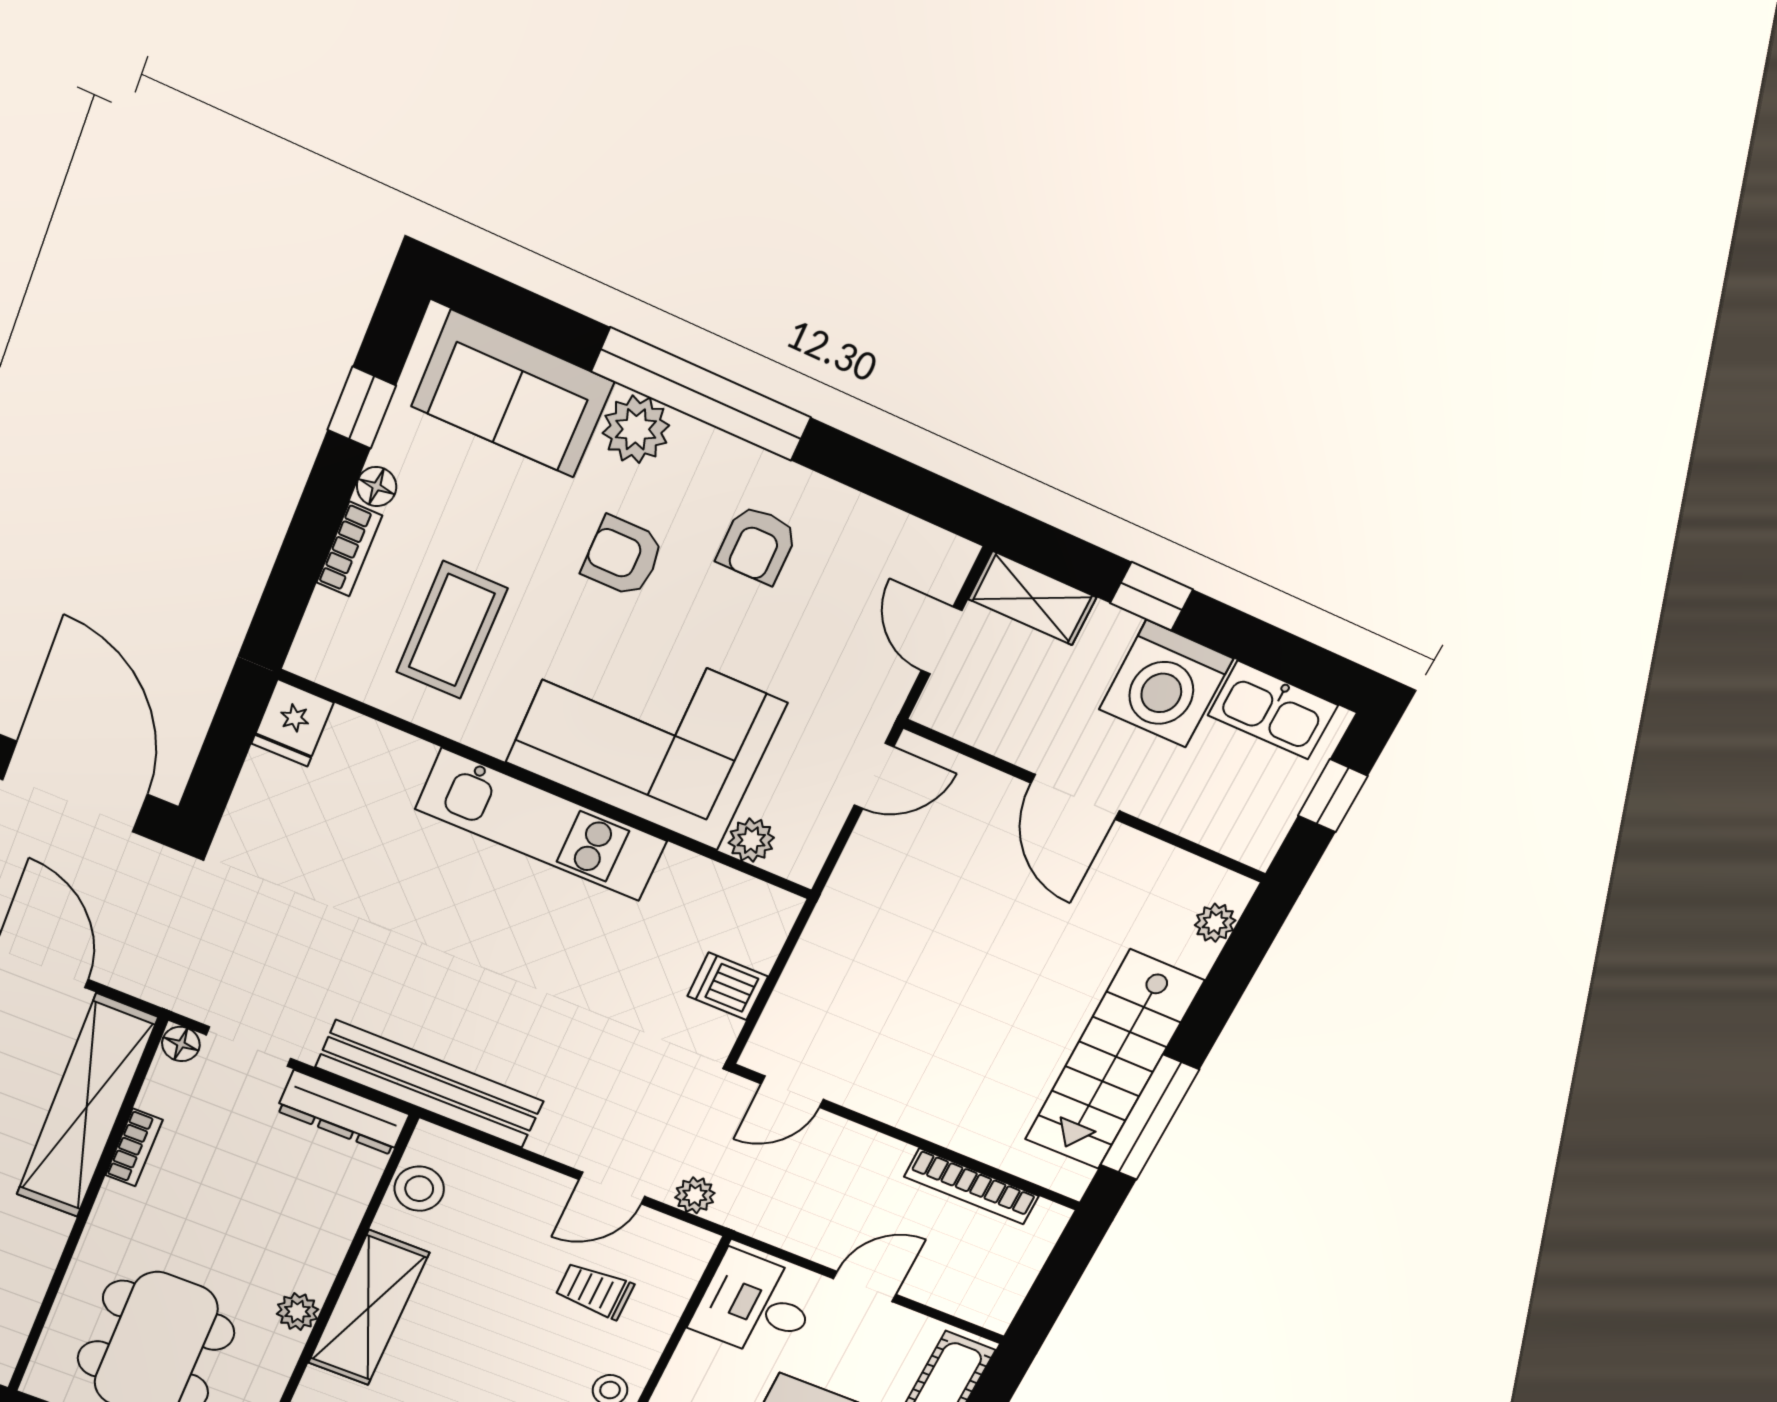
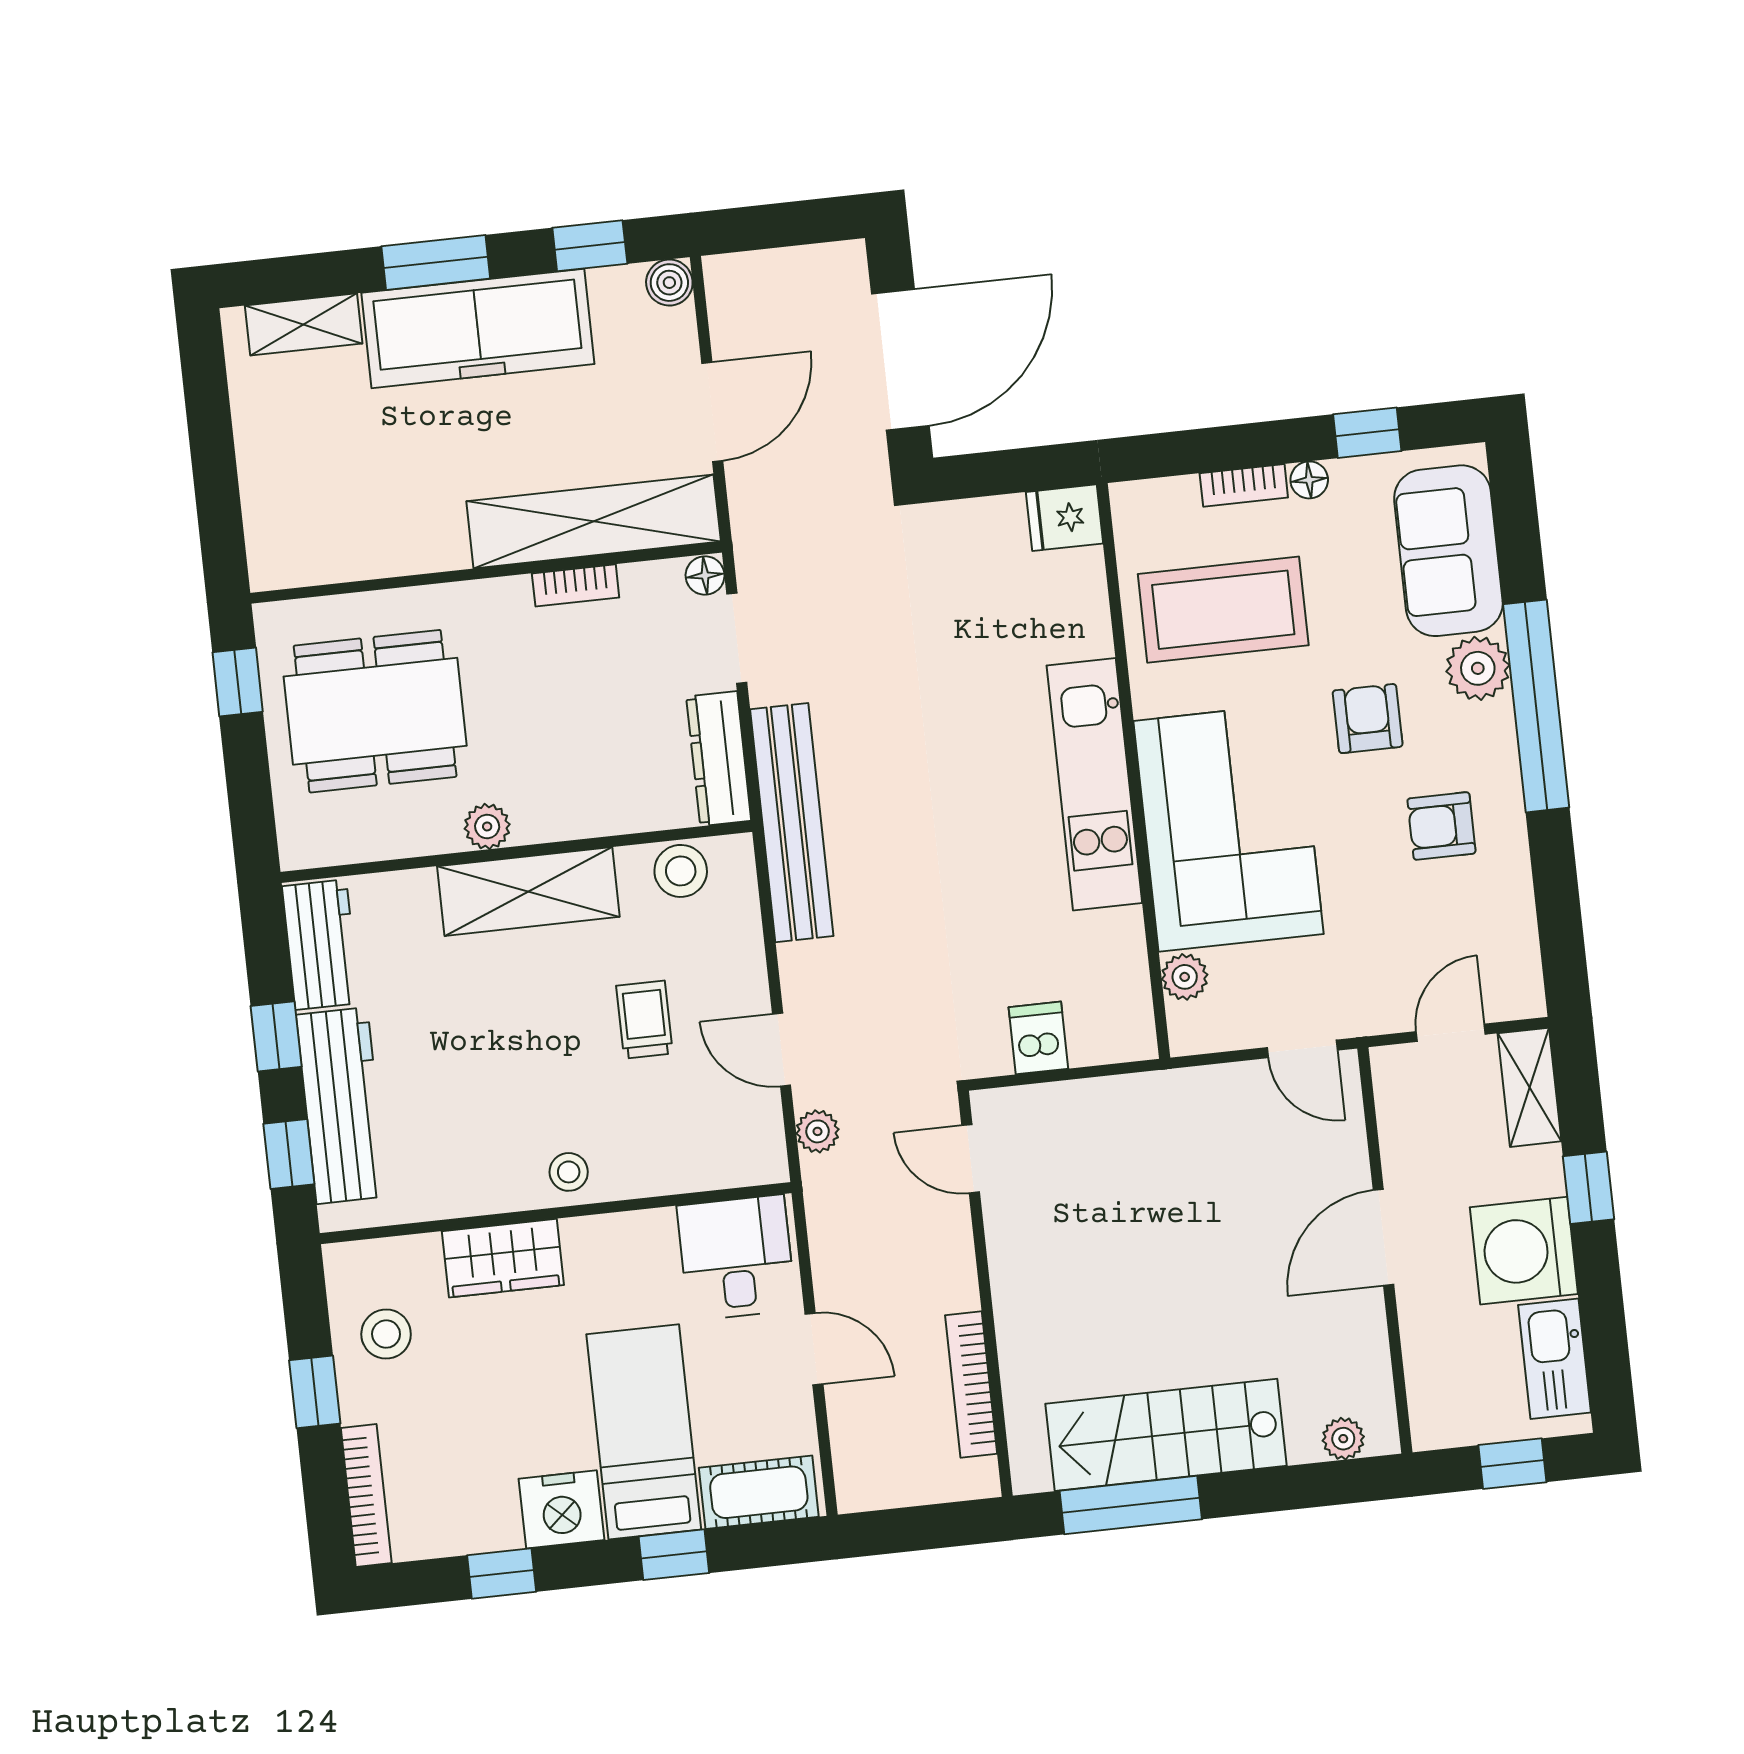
coffee table: (452, 630) -> (1223, 610), width x1.36, depth x1.32
trolley: (595, 1291) -> (644, 1020), moved

